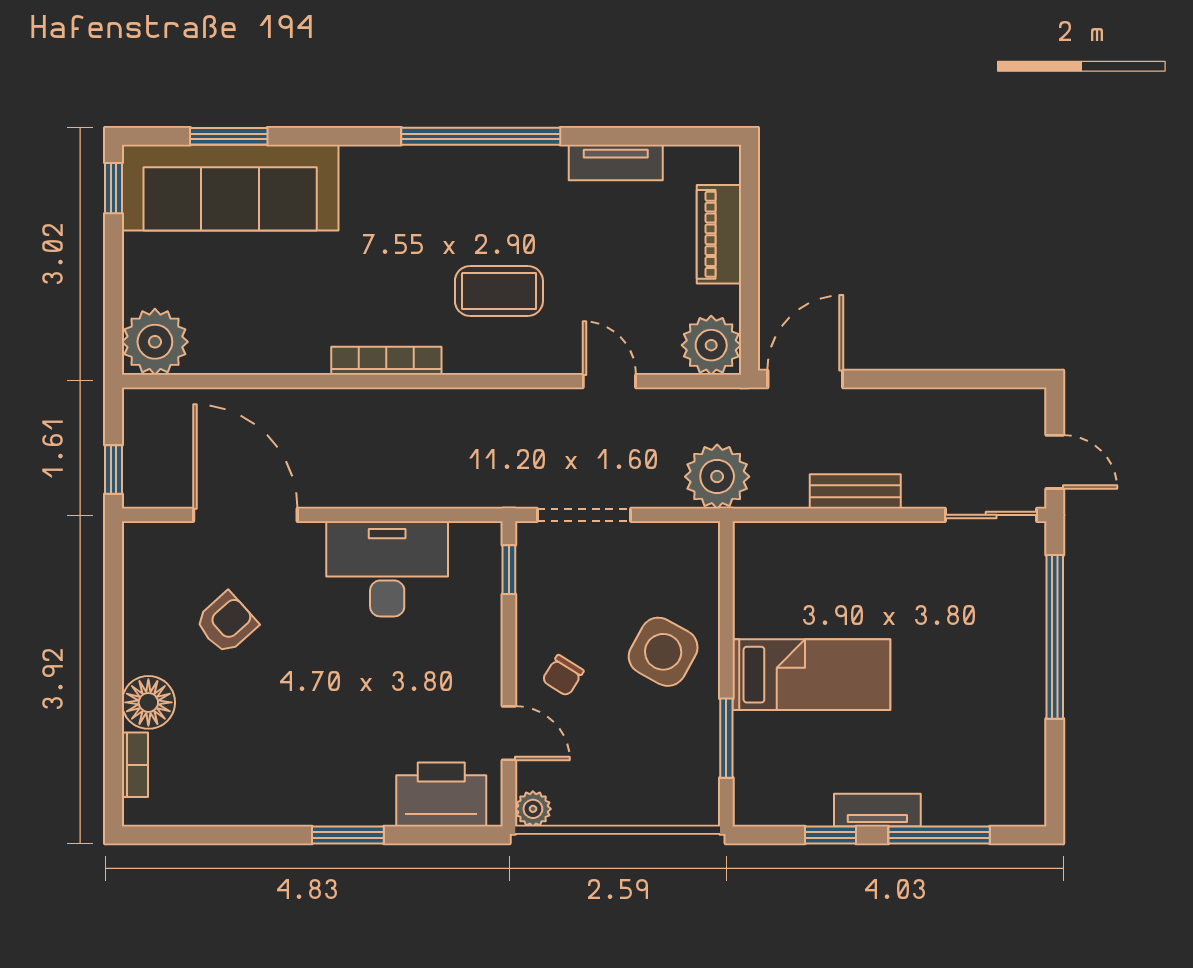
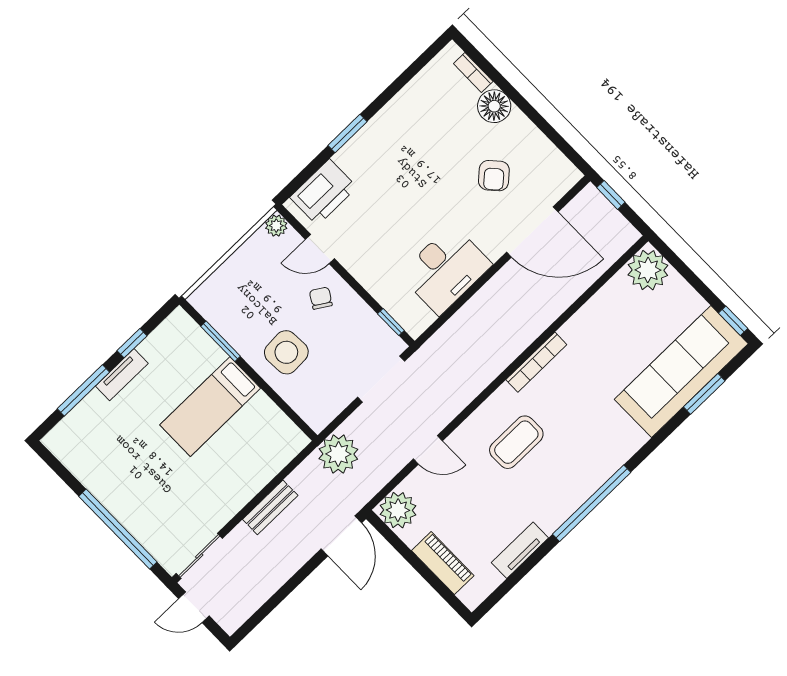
side table: (663, 652) -> (286, 352), turned -32

